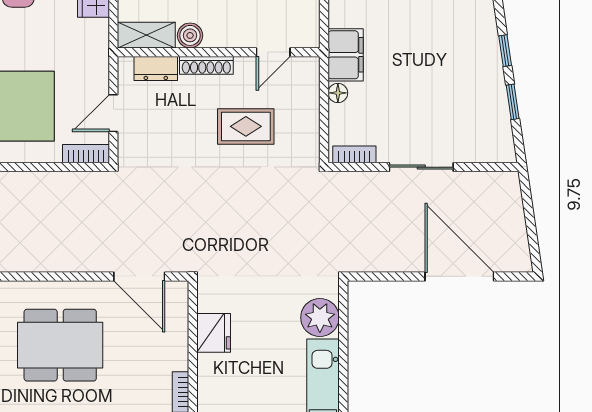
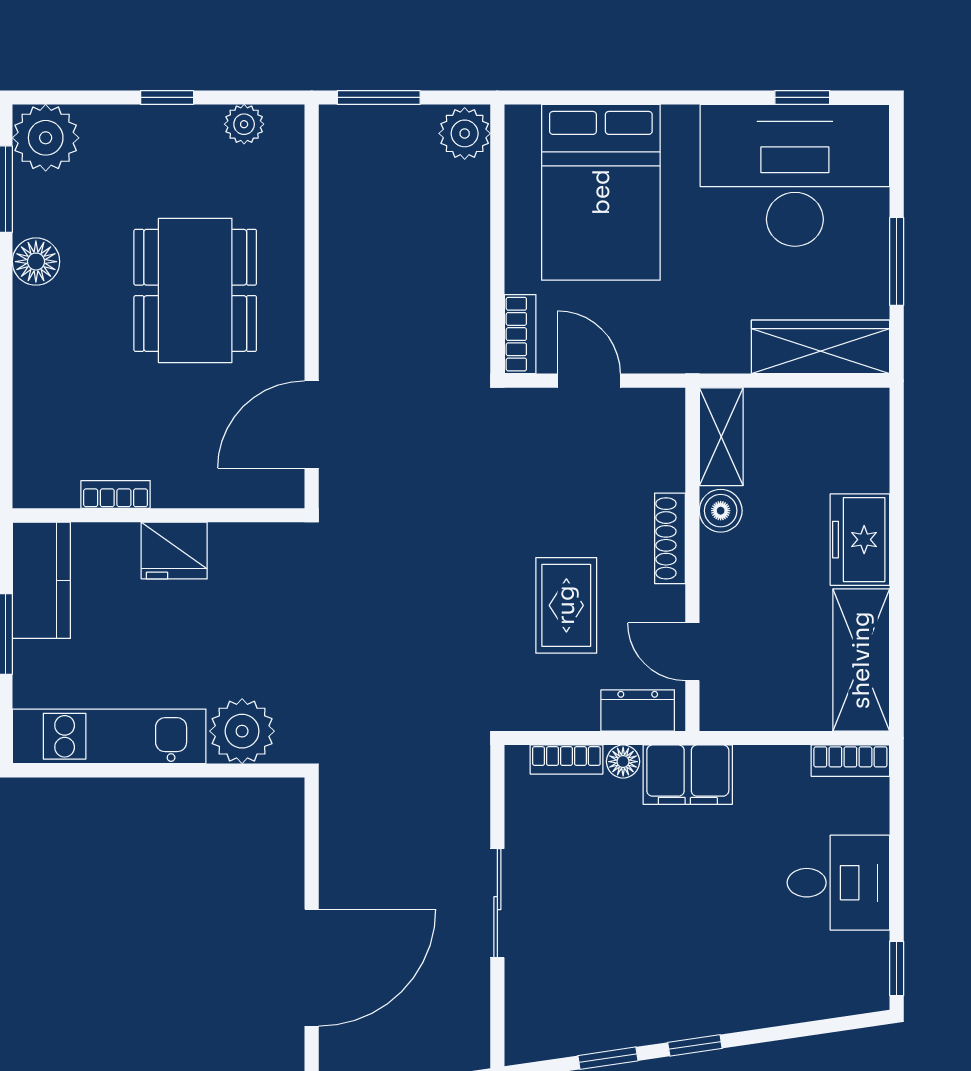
dresser: (156, 68) -> (638, 710), moved, turned 90
bookcase: (354, 154) -> (566, 760), moved, turned 90
fridge: (214, 333) -> (174, 551), moved

